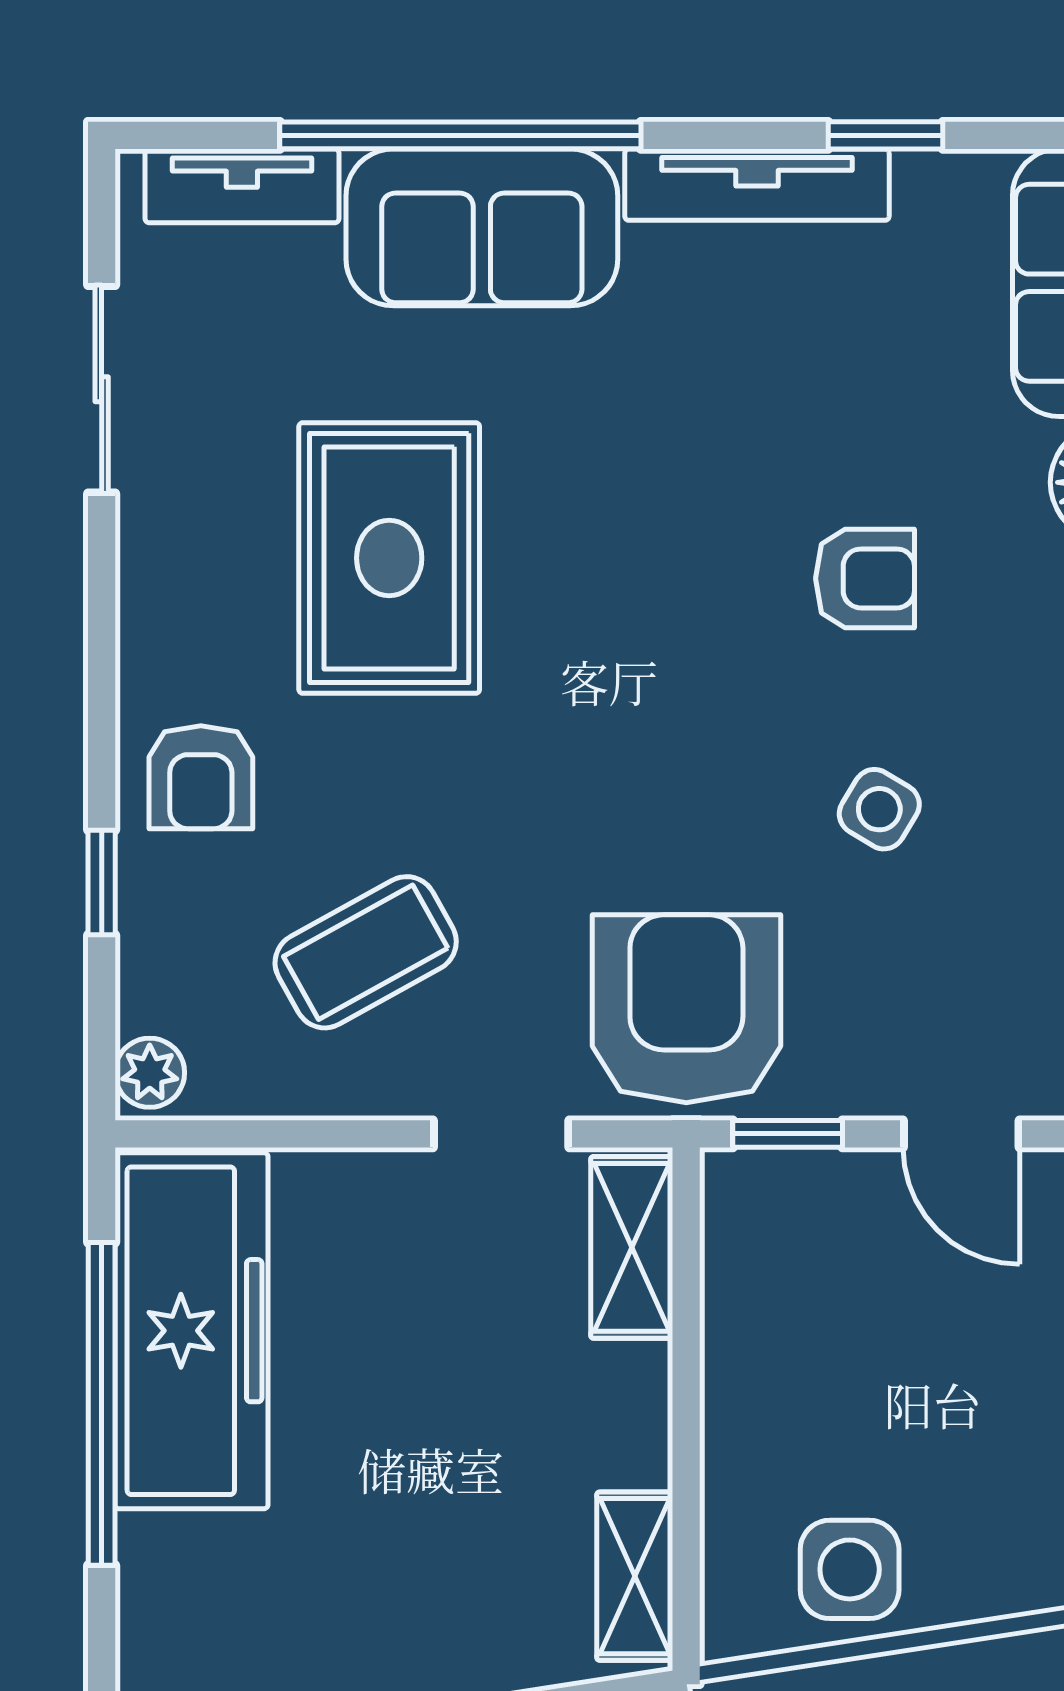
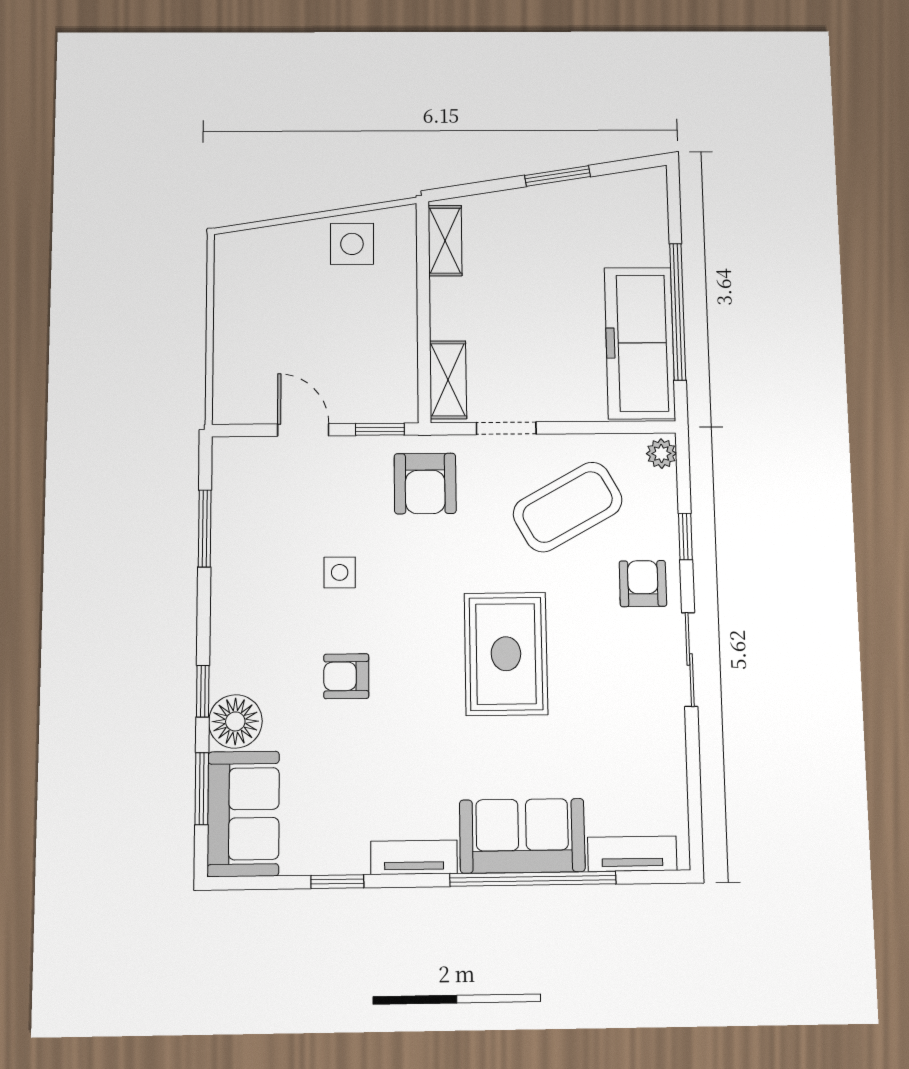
tv unit: (757, 185) -> (414, 857), width x0.71
sliding door: (102, 389) -> (690, 659), moved
rug: (389, 558) -> (506, 654), moved
side table: (879, 809) -> (340, 572), turned -31
coffee table: (366, 952) -> (568, 507), width x1.36, depth x1.32
armchair: (686, 1009) -> (425, 483), width x0.73, depth x0.73

